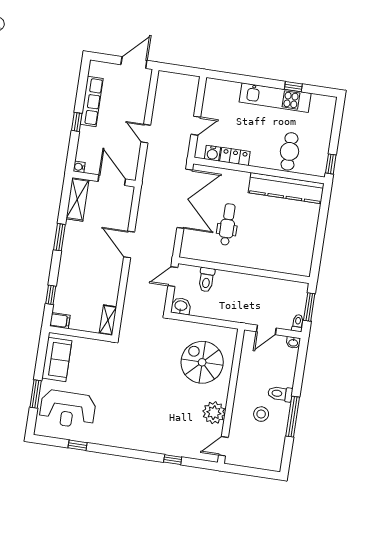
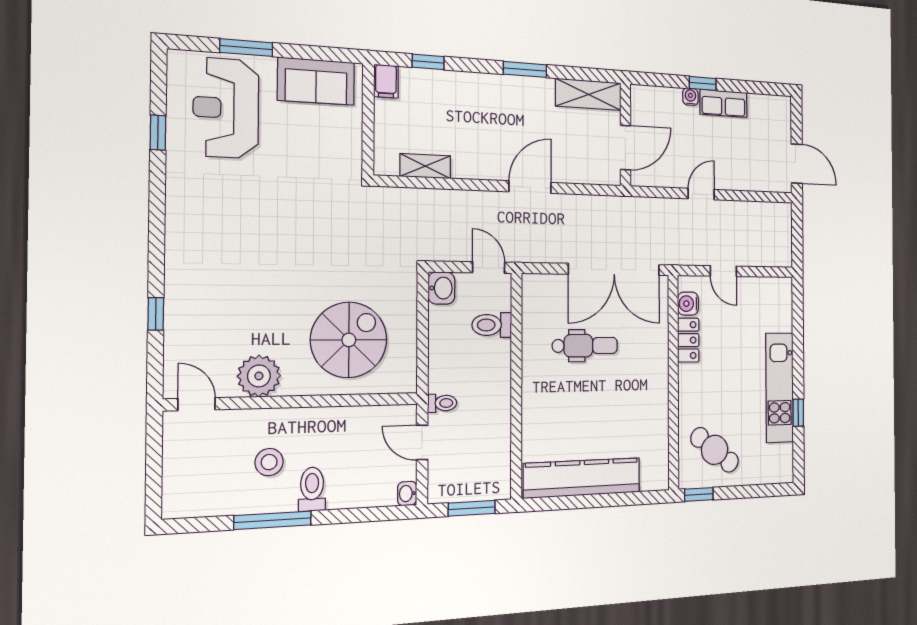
row of seats: (92, 101) -> (724, 103), width x0.68
cafe table: (289, 151) -> (715, 450), moved, turned 38
water cooler: (79, 167) -> (690, 97), moved
kitchen counter: (286, 188) -> (582, 478), moved, turned 90
shelving: (108, 320) -> (425, 166), moved
toilet: (298, 323) -> (442, 403), moved

